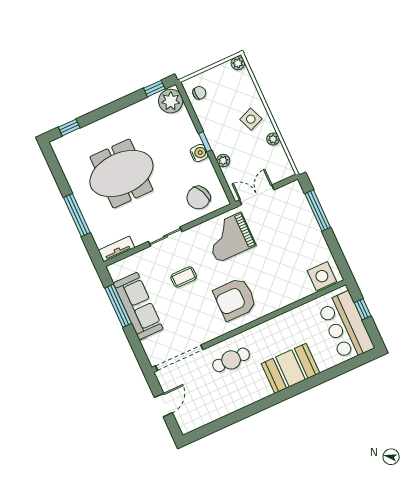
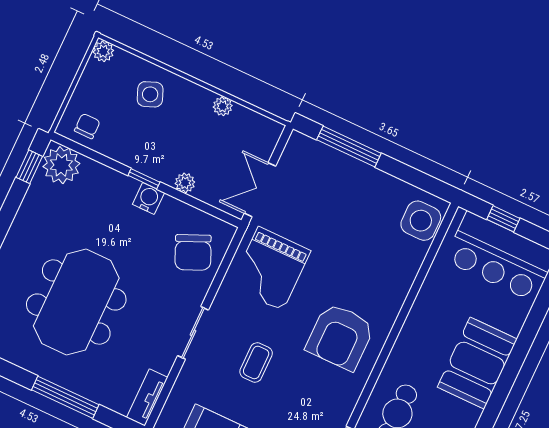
side table: (251, 119) -> (150, 94), moved

